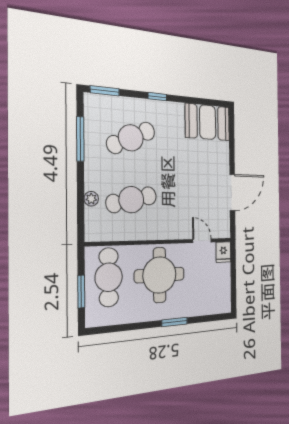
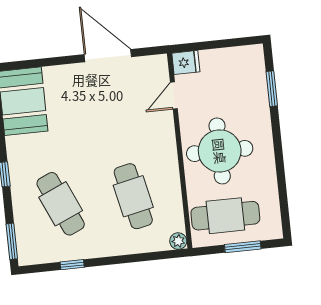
window: (80, 139) -> (72, 265), width x0.46
plant: (91, 199) -> (178, 241), moved
window: (174, 322) -> (272, 89), moved

